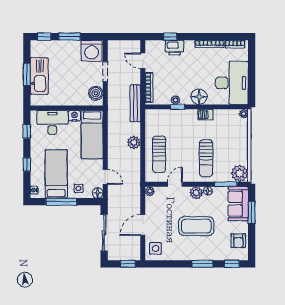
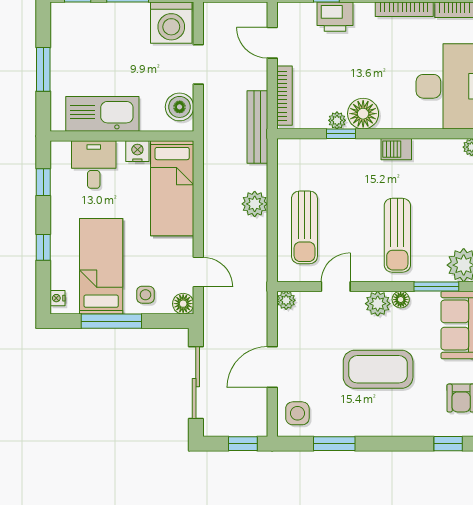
kitchen sink: (39, 76) -> (102, 114), moved, turned -90
floor lamp: (199, 97) -> (363, 114), moved
desk: (52, 122) -> (94, 165), width x0.73
window: (202, 264) -> (334, 444), moved

